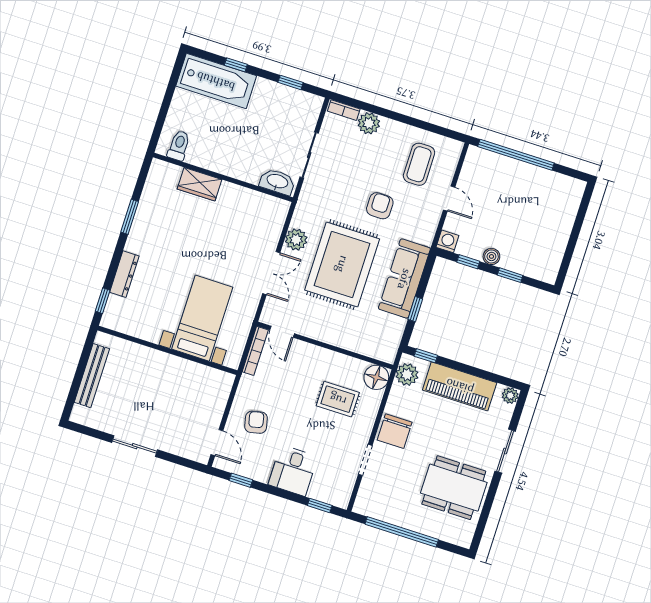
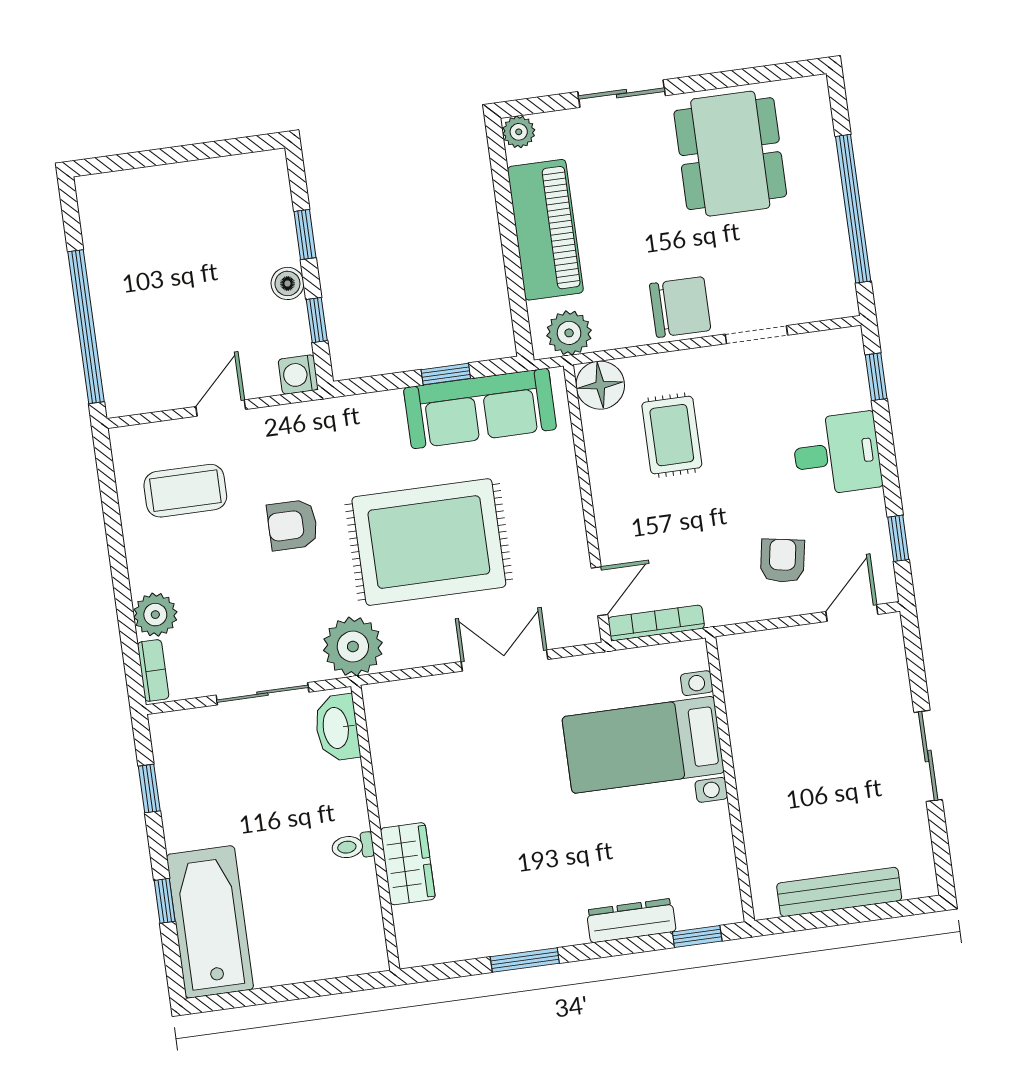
toilet: (179, 146) -> (353, 846), moved, width x0.73, depth x0.72
plant: (296, 240) -> (353, 647), moved, width x1.36, depth x1.36
sofa: (404, 279) -> (480, 409), moved
window: (426, 356) -> (520, 316), removed
armchair: (256, 422) -> (782, 561), turned 112

